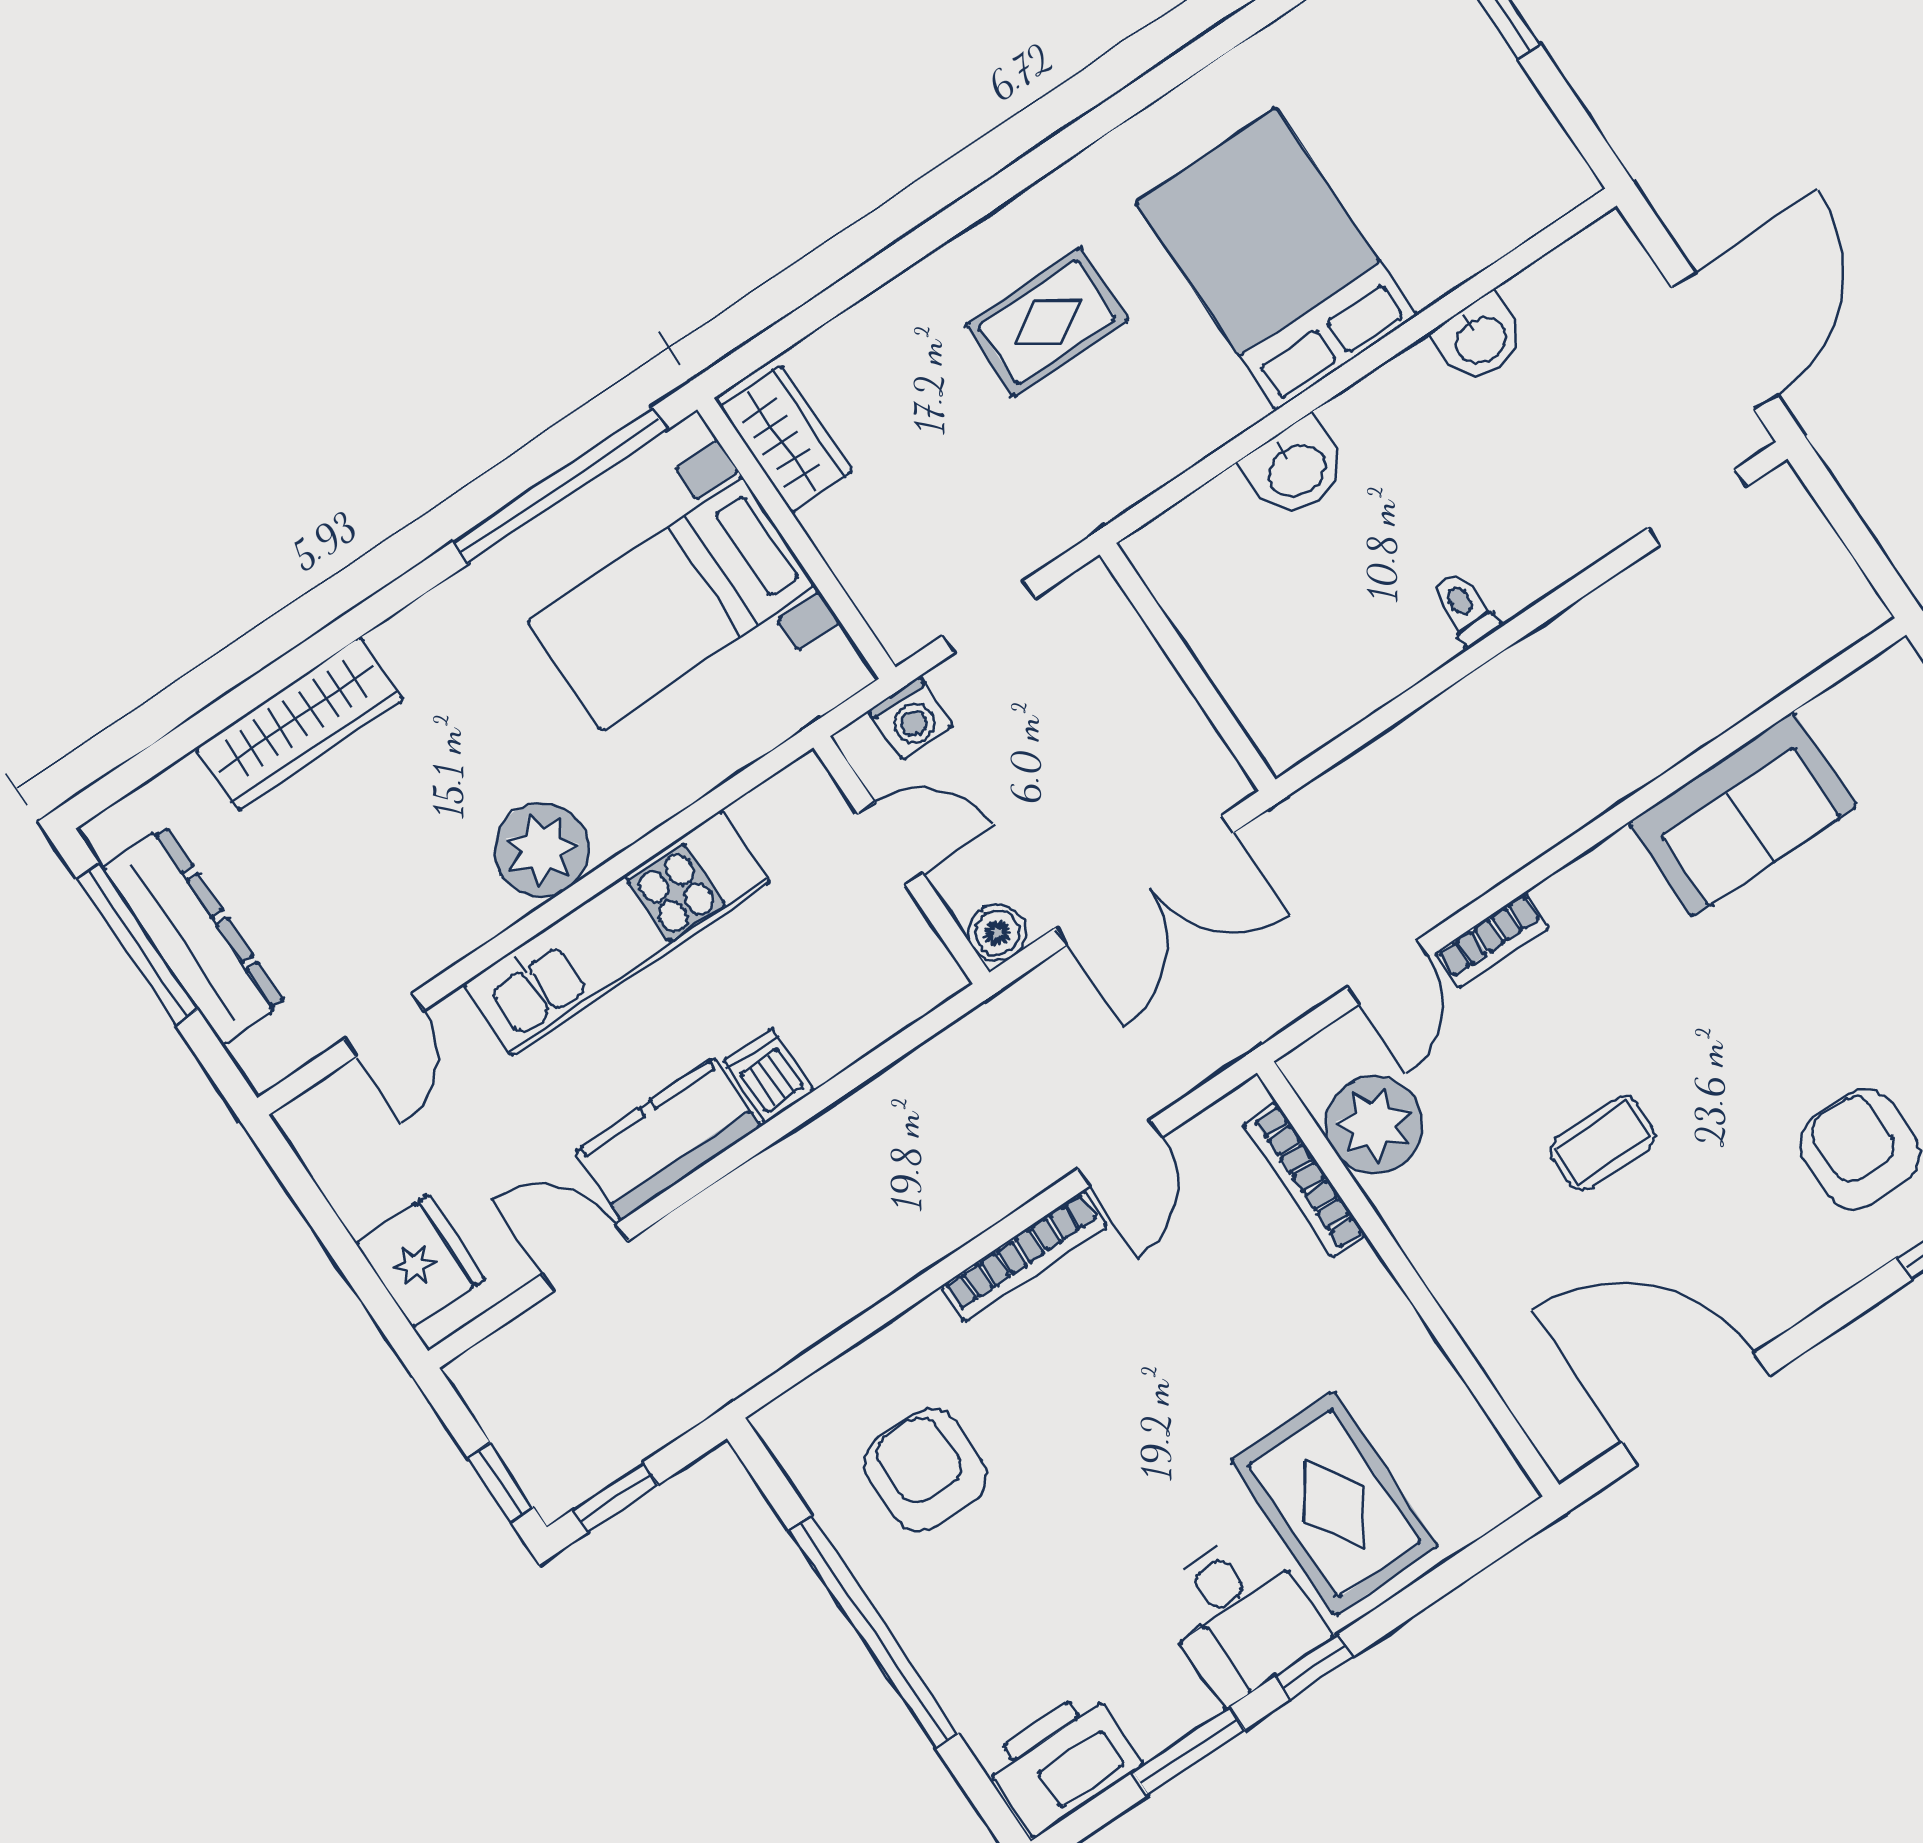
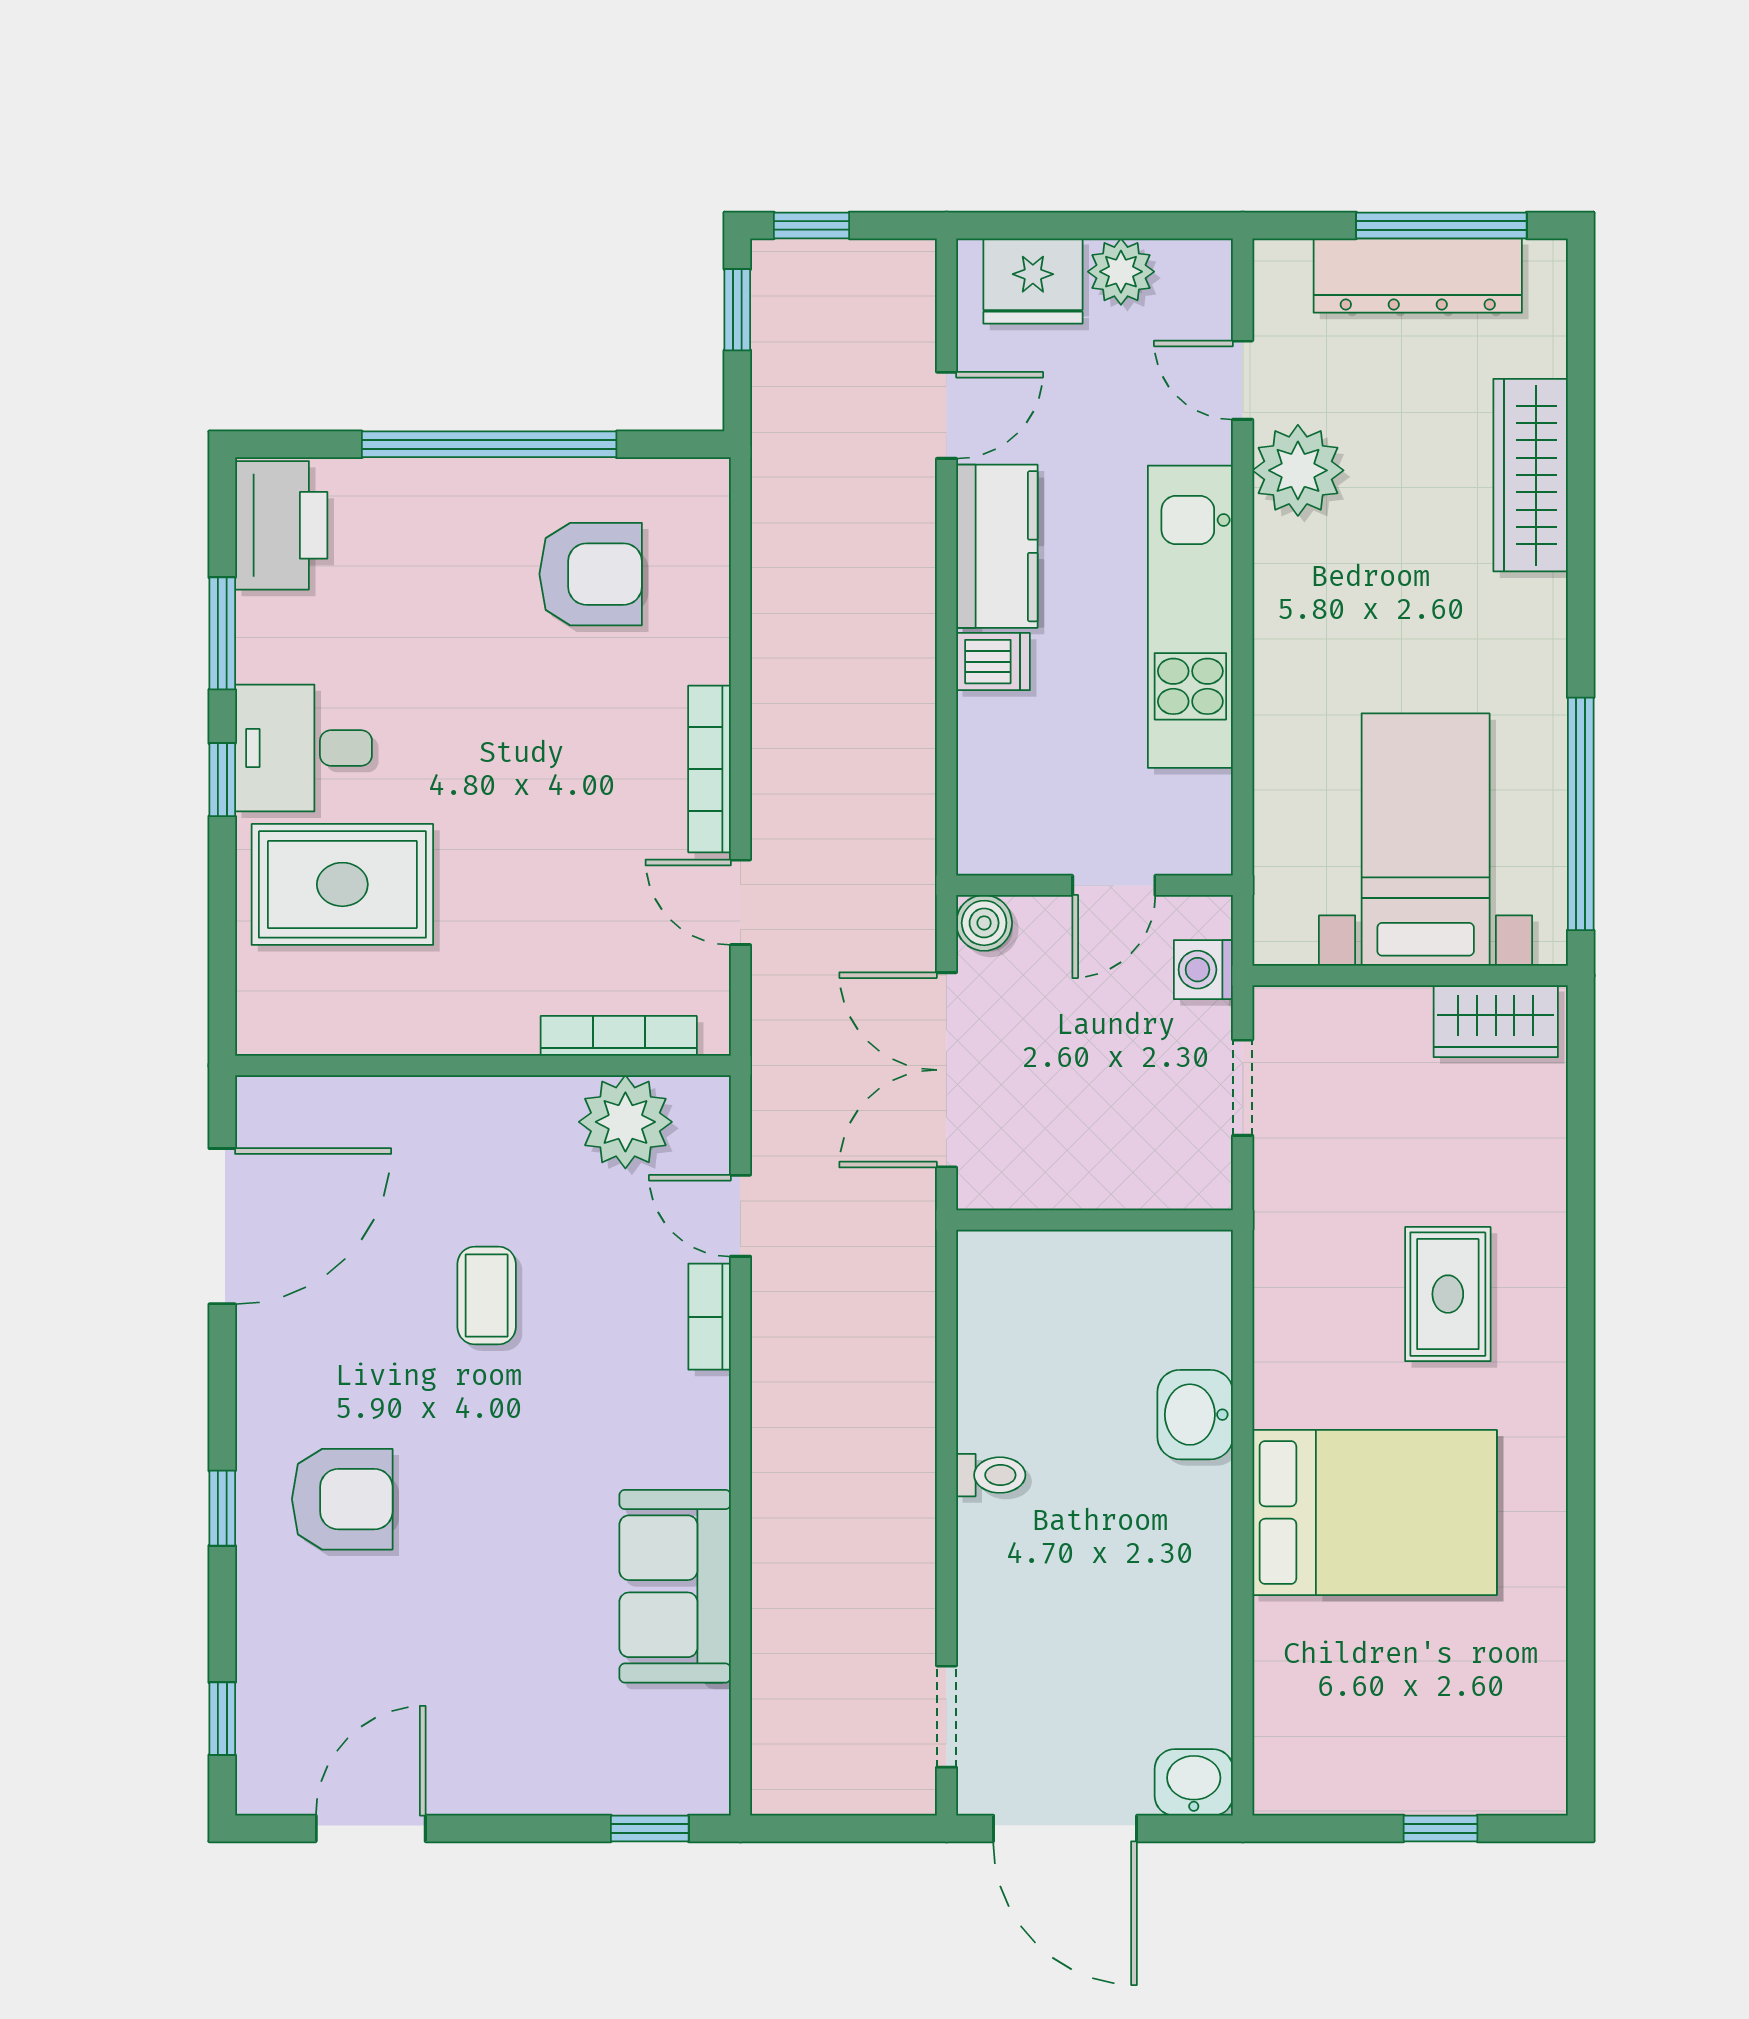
washbasin: (1480, 339) -> (1194, 1782), moved, turned 90
plant: (542, 850) -> (1298, 470), moved
plant: (362, 1191) -> (1121, 272), added

